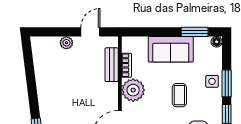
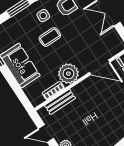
side table: (212, 81) -> (43, 16), moved

